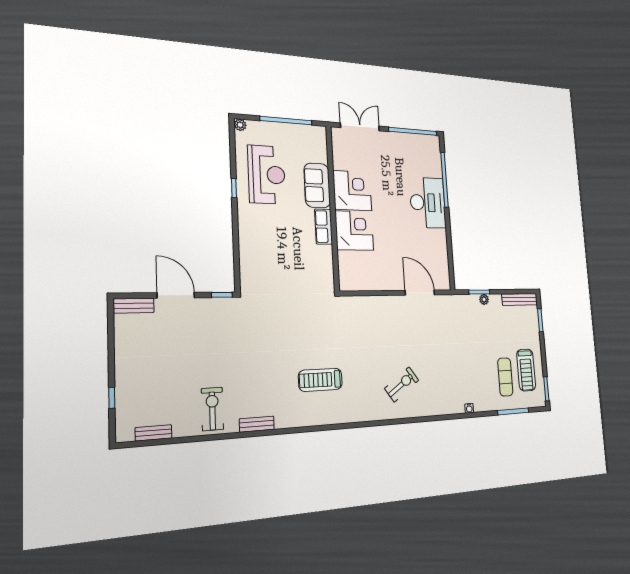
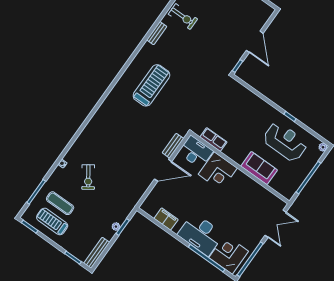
reception desk: (267, 175) -> (285, 142), turned 180
corner desk: (352, 191) -> (229, 254), moved, turned 180
row of seats: (324, 227) -> (213, 140), moved
filing cabinet: (440, 252) -> (166, 219), added
desk: (353, 271) -> (196, 152), added
door: (420, 293) -> (163, 170), moved
door: (176, 295) -> (255, 42), hinge flipped
bench: (134, 306) -> (173, 146), moved
treadmill: (320, 380) -> (151, 85), width x1.37, depth x1.38
exercise bike: (402, 384) -> (88, 177), moved

